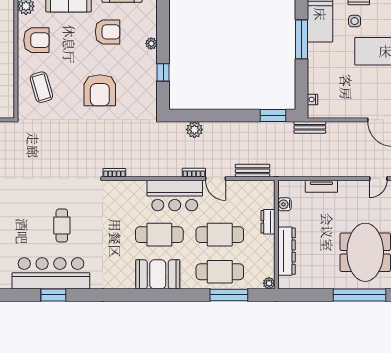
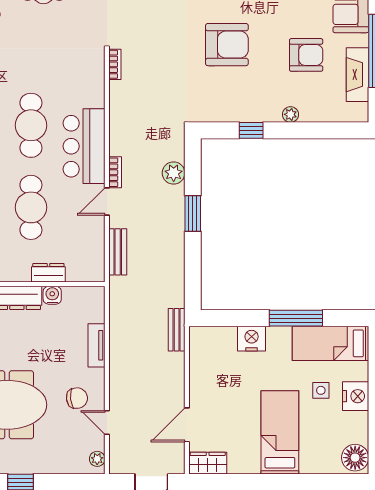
armchair: (107, 32) -> (306, 55), turned -90
armchair: (100, 90) -> (227, 45), turned 180
nightstand: (312, 99) -> (252, 339), moved, width x1.89, depth x1.79
window: (273, 115) -> (193, 213), moved
chair: (360, 201) -> (77, 398), added
water cooler: (285, 204) -> (52, 295), moved

